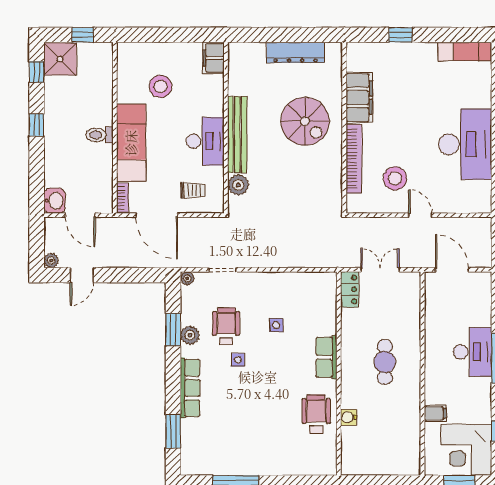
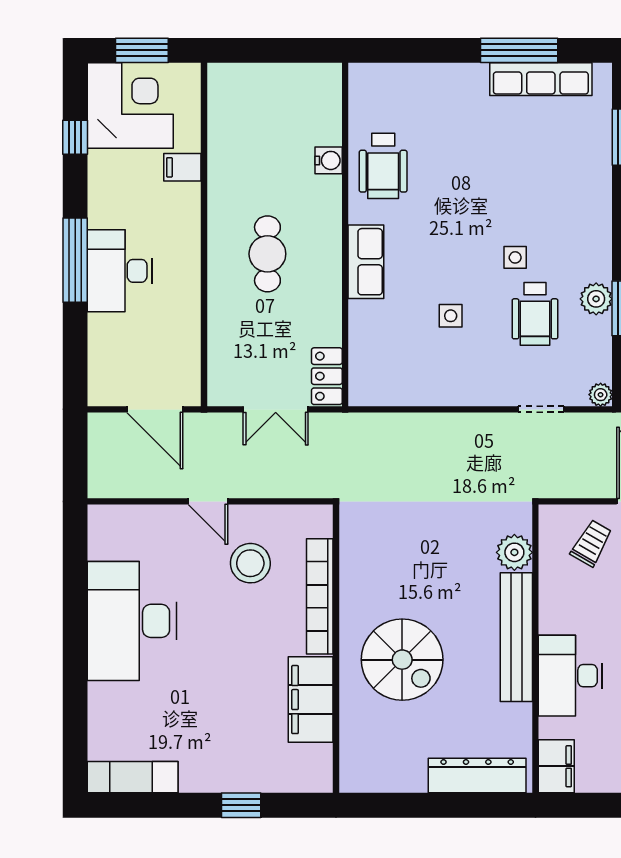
dresser: (296, 52) -> (477, 776), moved
spiral stairs: (305, 121) -> (402, 660), turned 180
desk: (205, 141) -> (570, 676), moved
trolley: (193, 190) -> (591, 543), turned 120
row of seats: (190, 388) -> (541, 79), moved, turned -90

